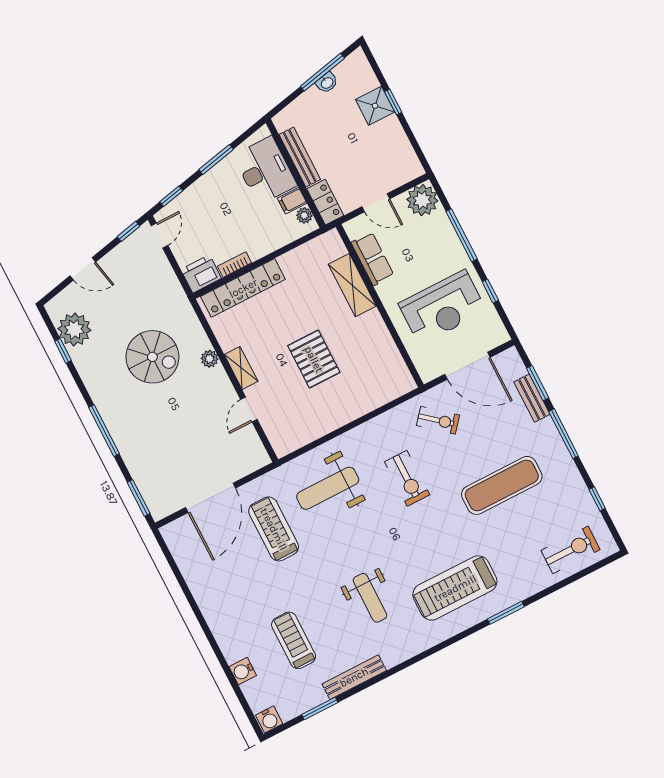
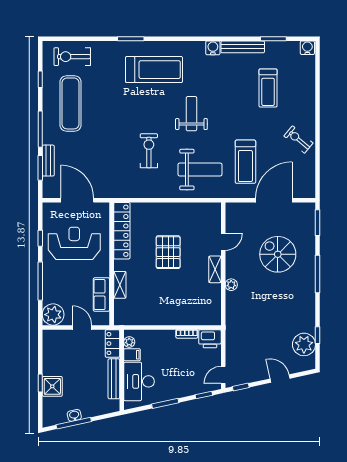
shelving: (352, 285) -> (120, 285), width x0.67, depth x0.75
locker: (243, 288) -> (122, 231), moved, turned 90
spiral stairs: (152, 357) -> (278, 254), moved
exercise bike: (438, 420) -> (298, 139), moved
exercise mat: (502, 485) -> (70, 103), moved, turned 90
weight bench: (370, 598) -> (191, 114), moved
water cooler: (243, 671) -> (213, 48), moved, turned -90

